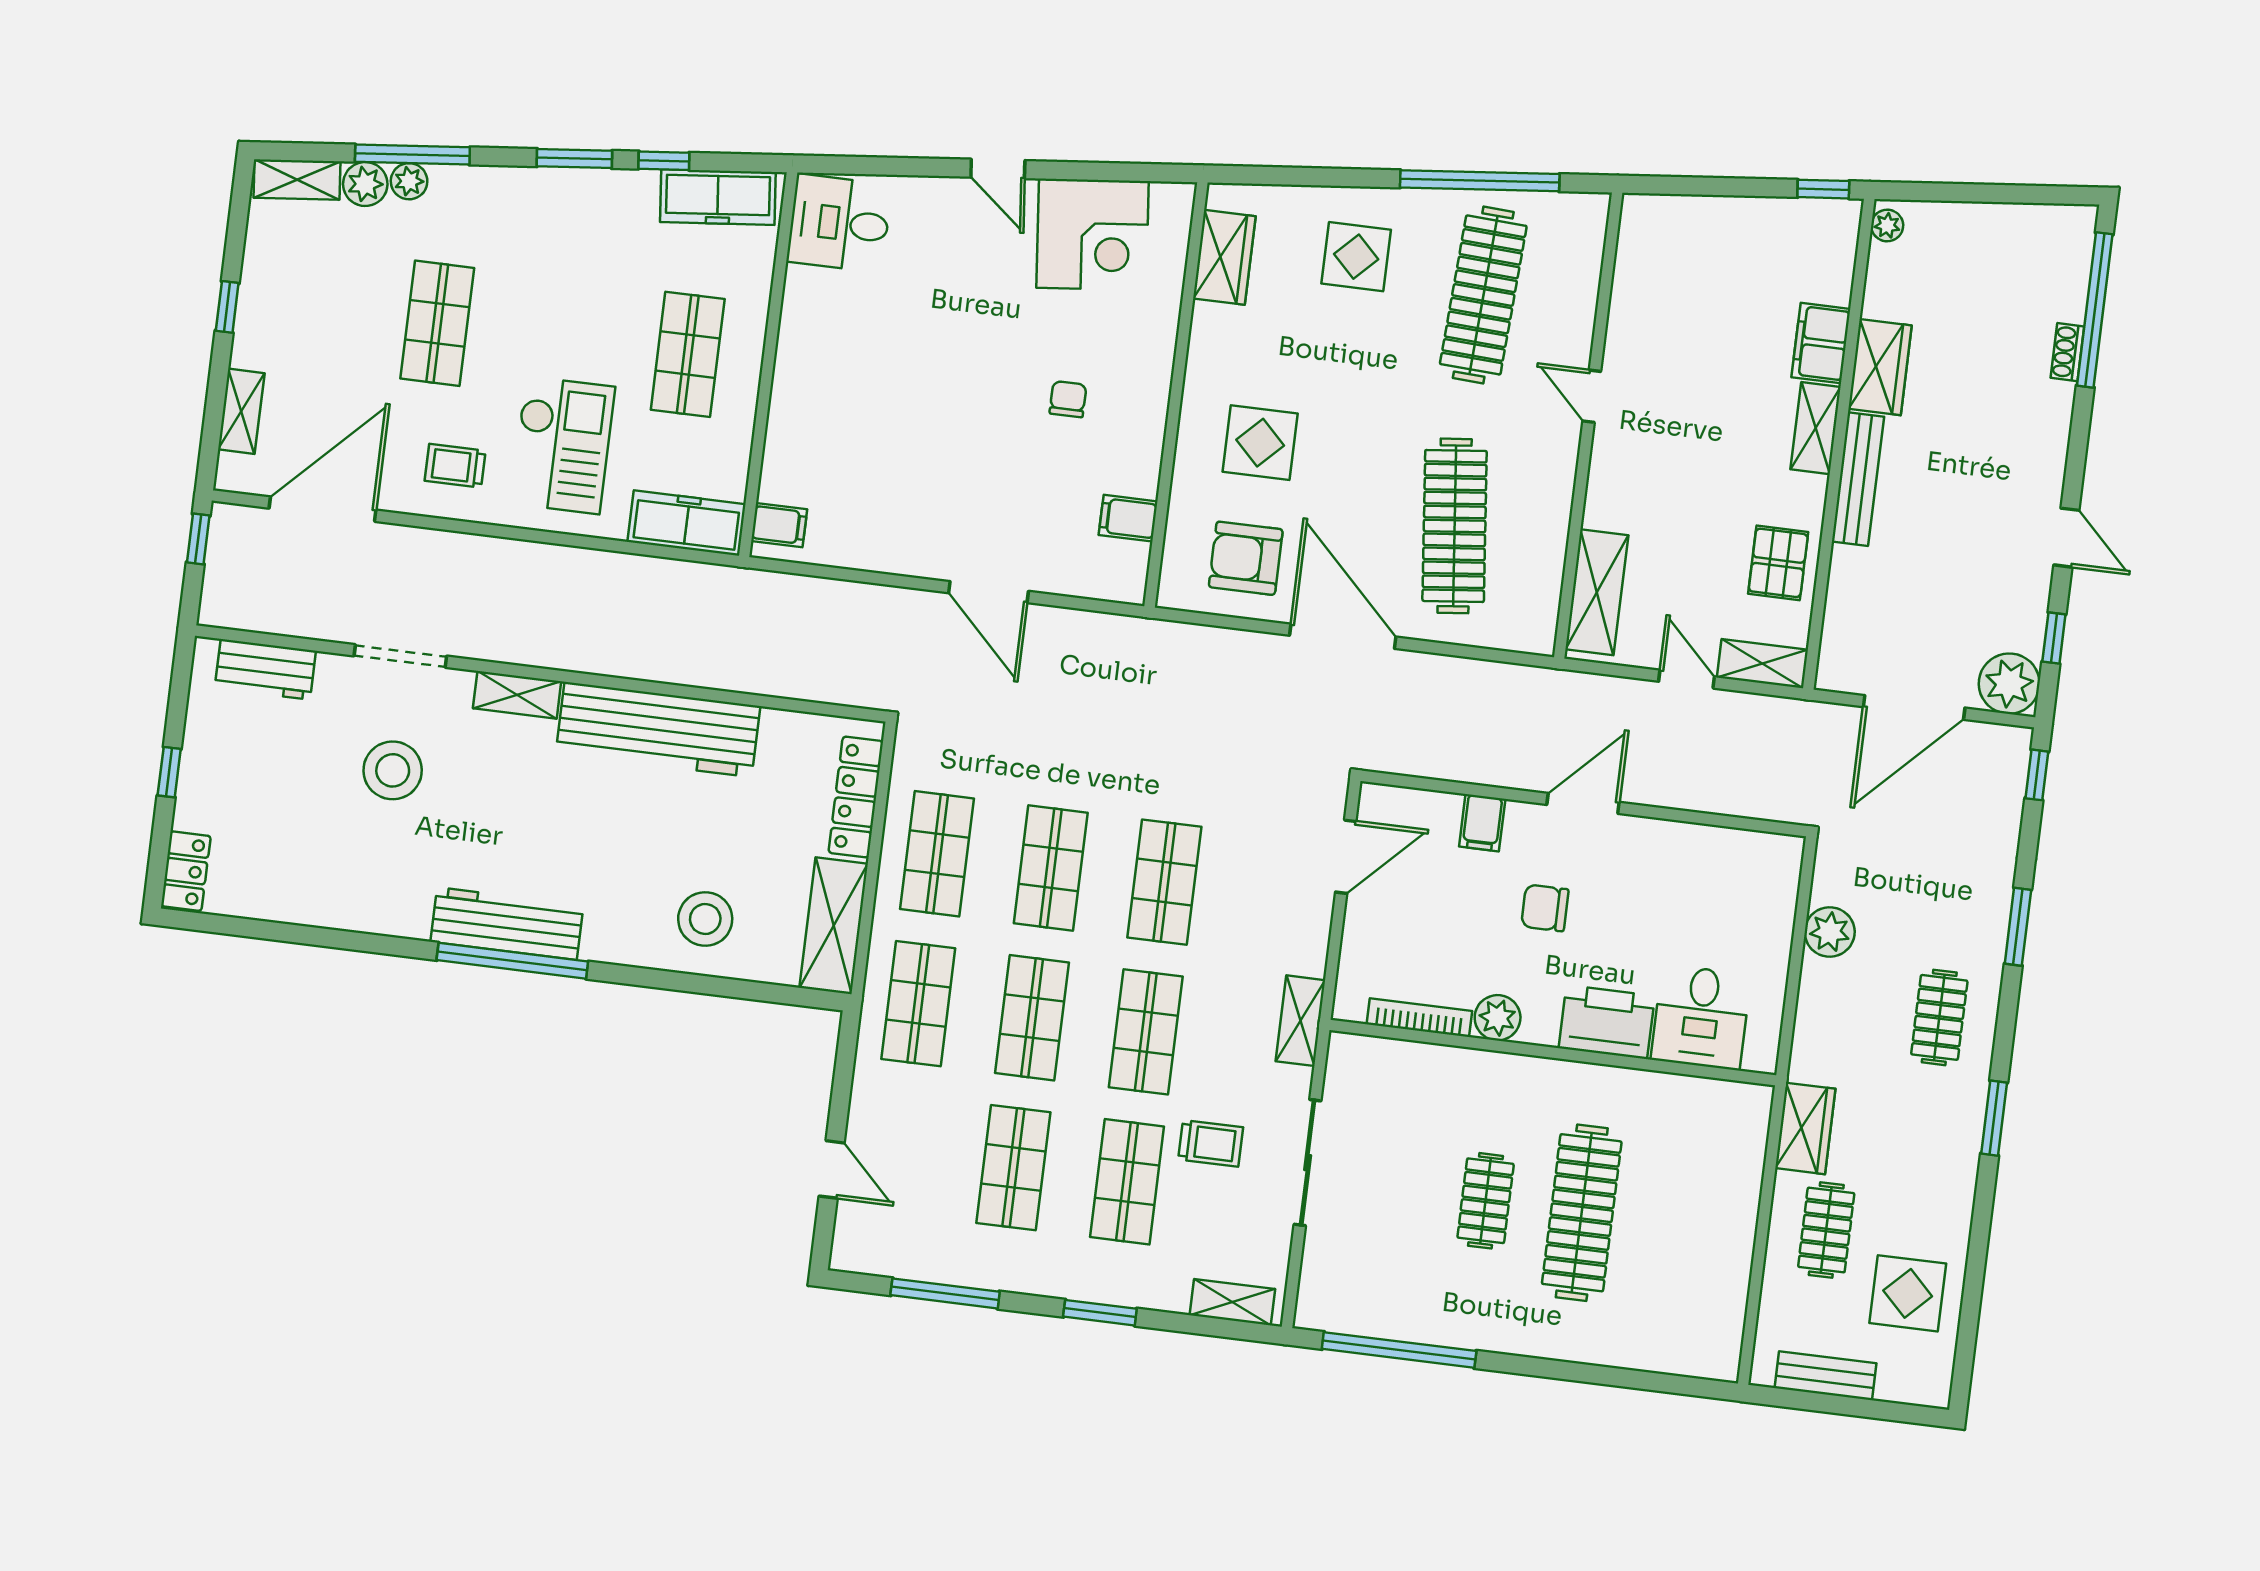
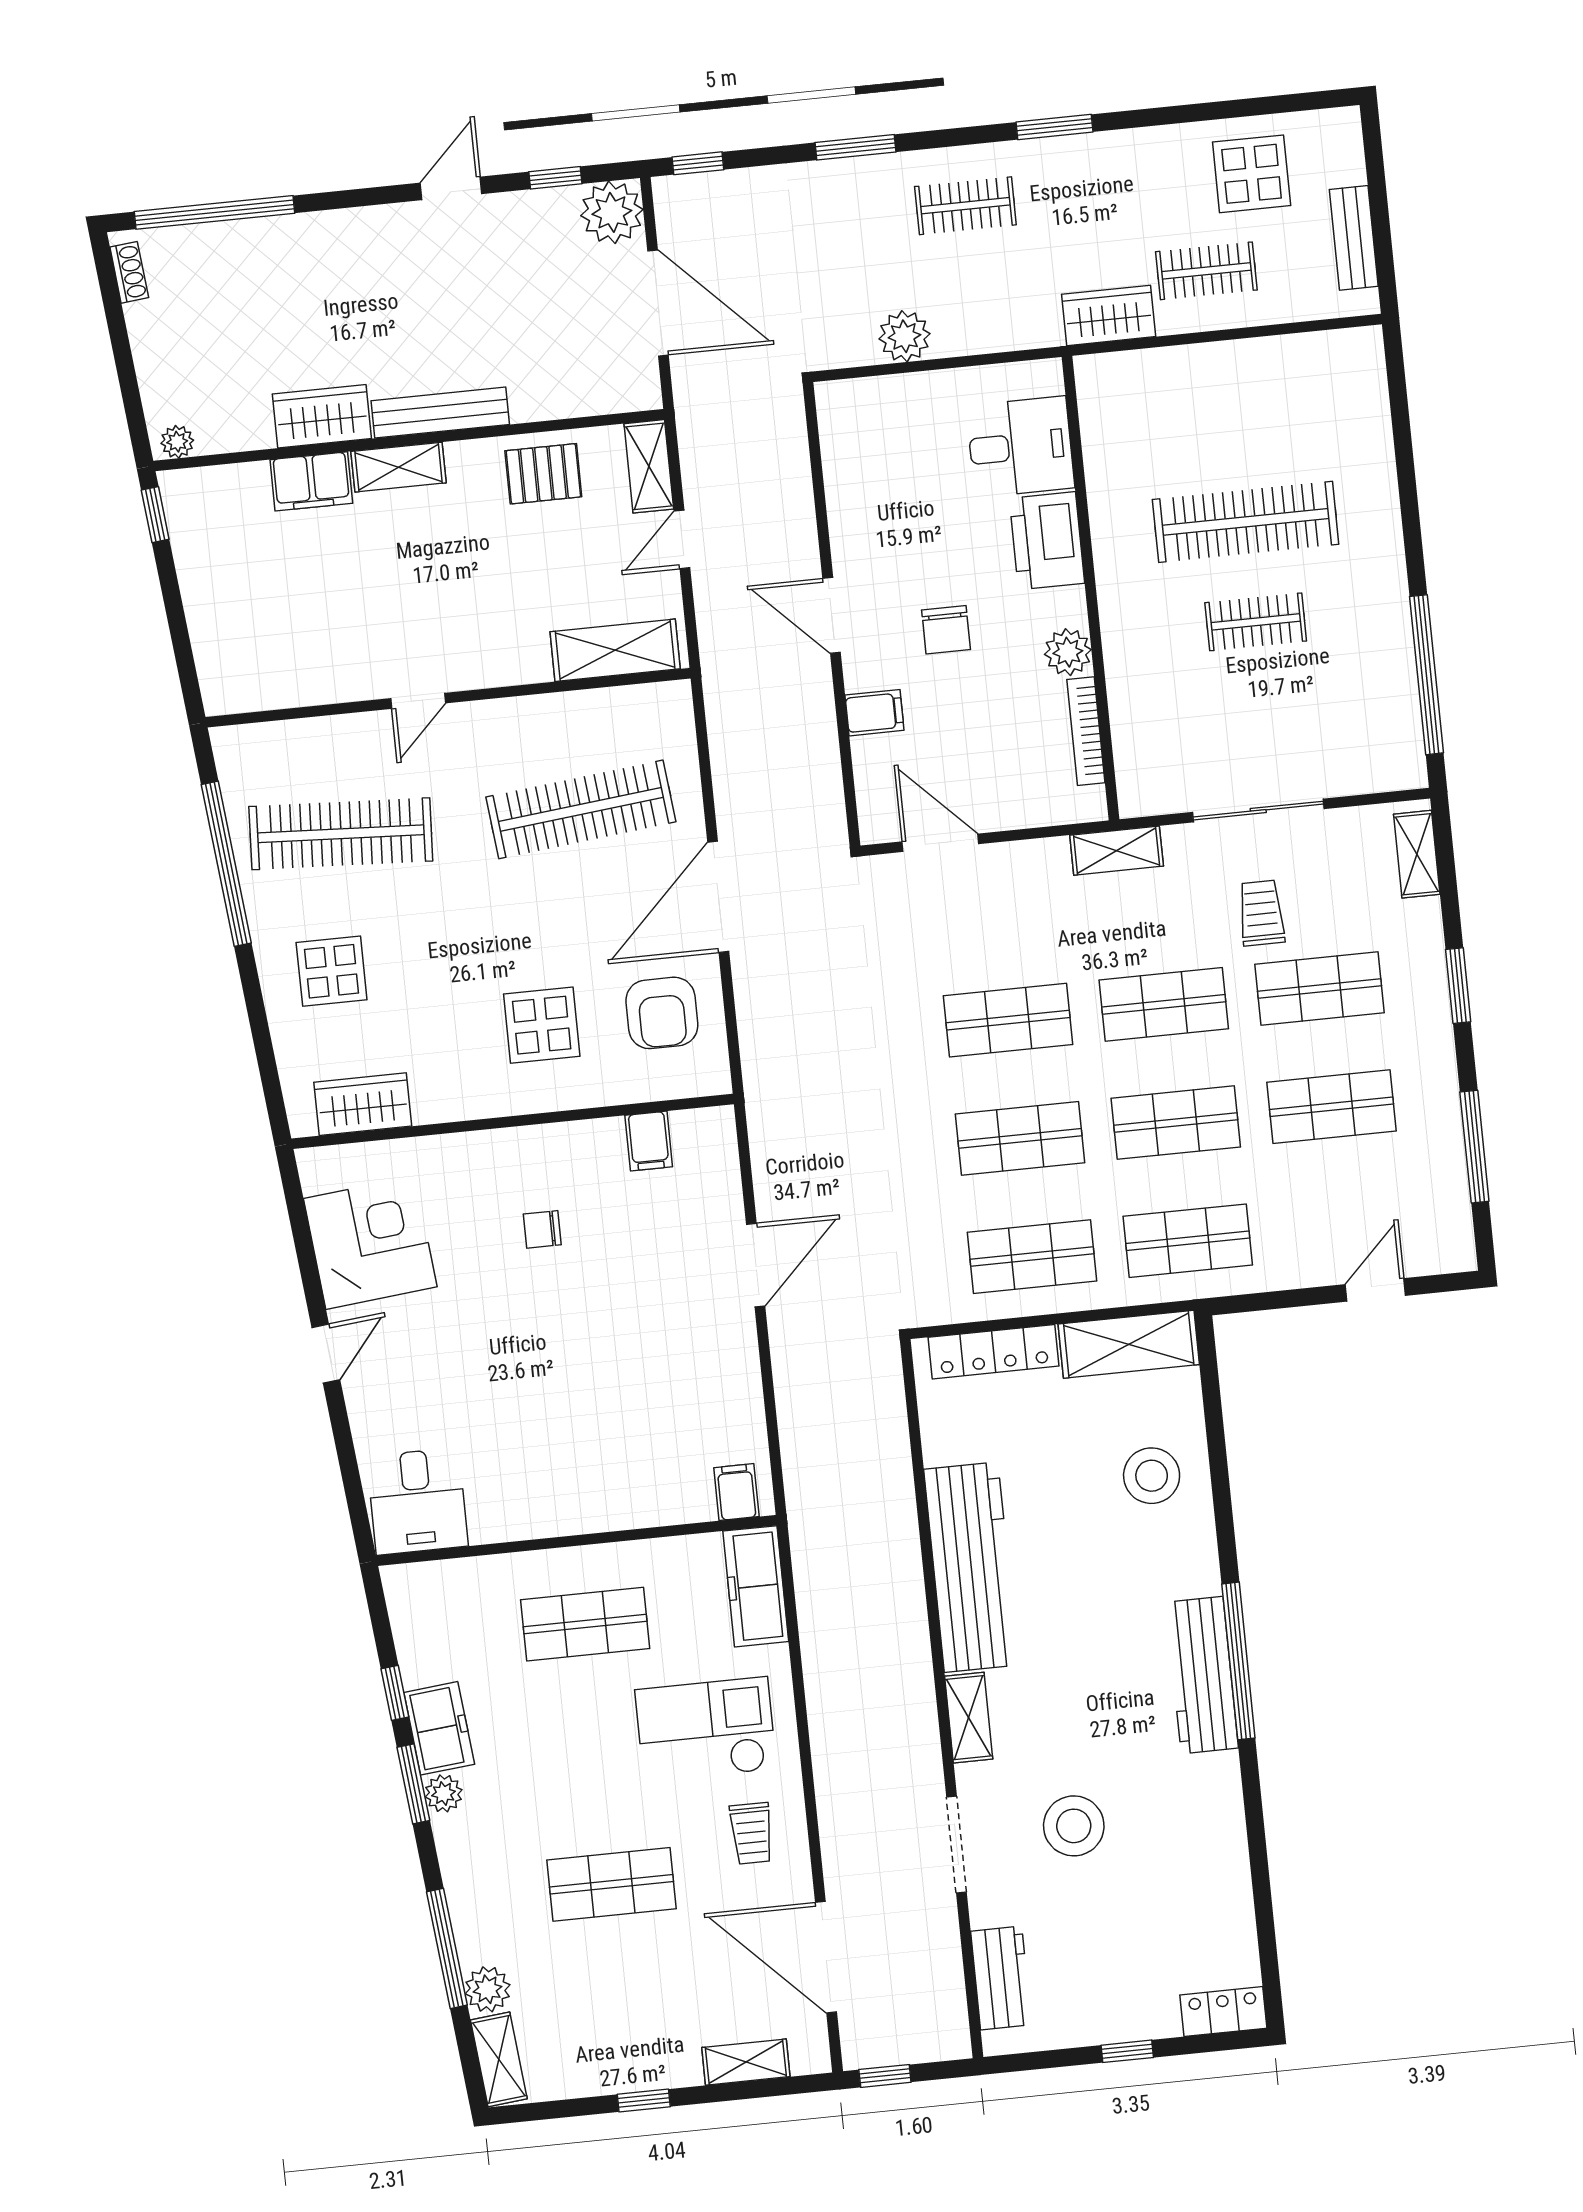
plant: (409, 181) -> (444, 1793), moved
freezer: (718, 197) -> (439, 1728), moved, width x0.71
shoe rack: (2067, 352) -> (129, 272), moved, turned -96

